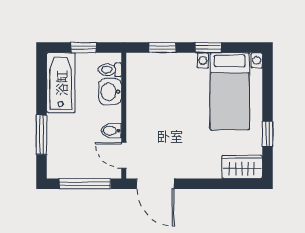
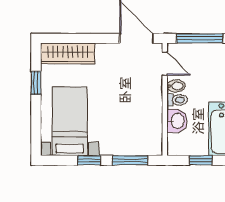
window: (163, 48) -> (130, 160), width x1.50
toilet: (110, 70) -> (177, 100), moved
wardrobe: (242, 167) -> (68, 53), width x1.50

